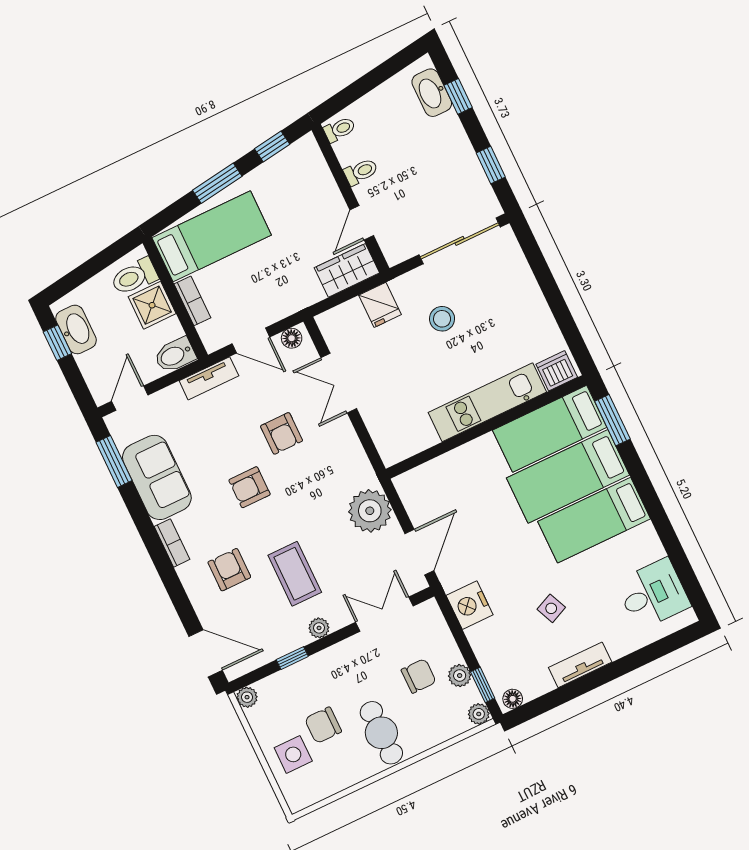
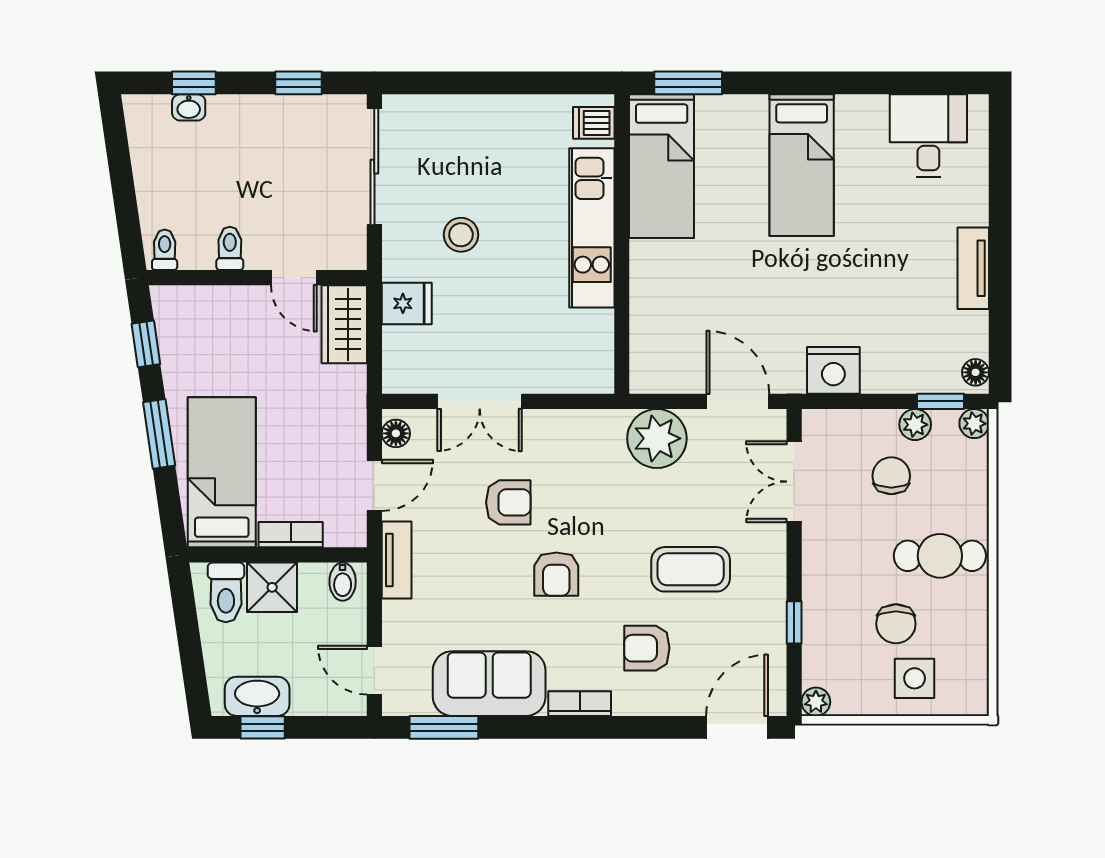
washbasin: (432, 93) -> (189, 107), width x0.52, depth x0.69
bidet: (175, 355) -> (343, 582), width x0.72, depth x0.74
dishwasher: (557, 371) -> (594, 123), width x0.73
bed: (568, 476) -> (732, 172), removed
side table: (551, 608) -> (886, 271), removed
plant: (319, 628) -> (773, 571), removed

